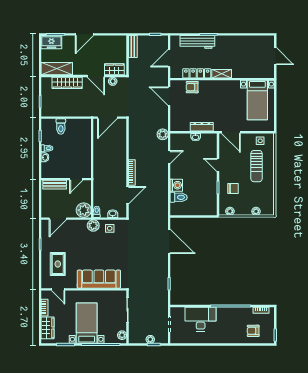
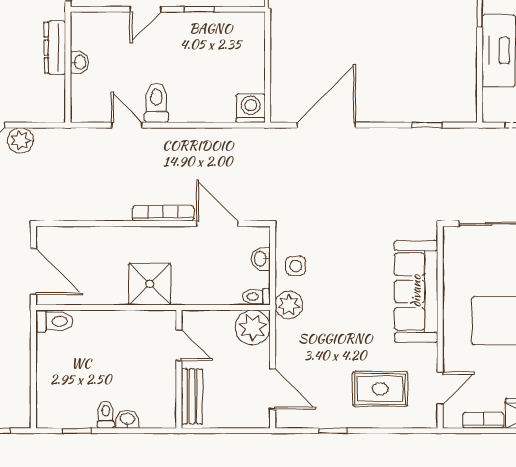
toilet: (61, 127) -> (54, 321), moved
plant: (163, 134) -> (20, 140), moved
shower: (102, 167) -> (150, 284), added
washing machine: (176, 185) -> (251, 108), moved
toilet: (179, 197) -> (156, 103), moved

